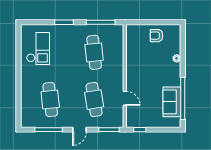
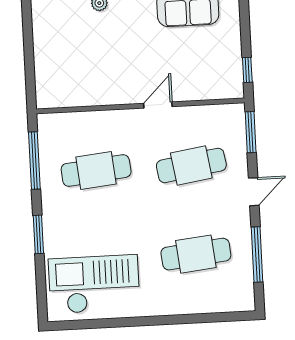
armchair: (156, 36) -> (55, 46), removed
checkout: (38, 48) -> (94, 284), width x1.36, depth x1.21
door: (125, 98) -> (158, 105), moved
door: (80, 130) -> (254, 192), hinge flipped

